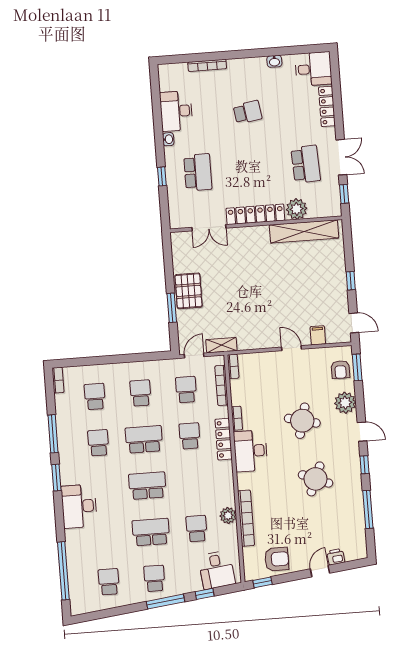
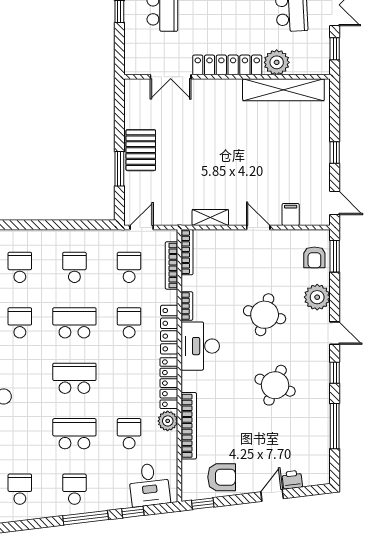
shelving: (221, 345) -> (210, 218), moved
bookcase: (233, 366) -> (187, 252), width x1.56
locker: (227, 484) -> (169, 383), added

